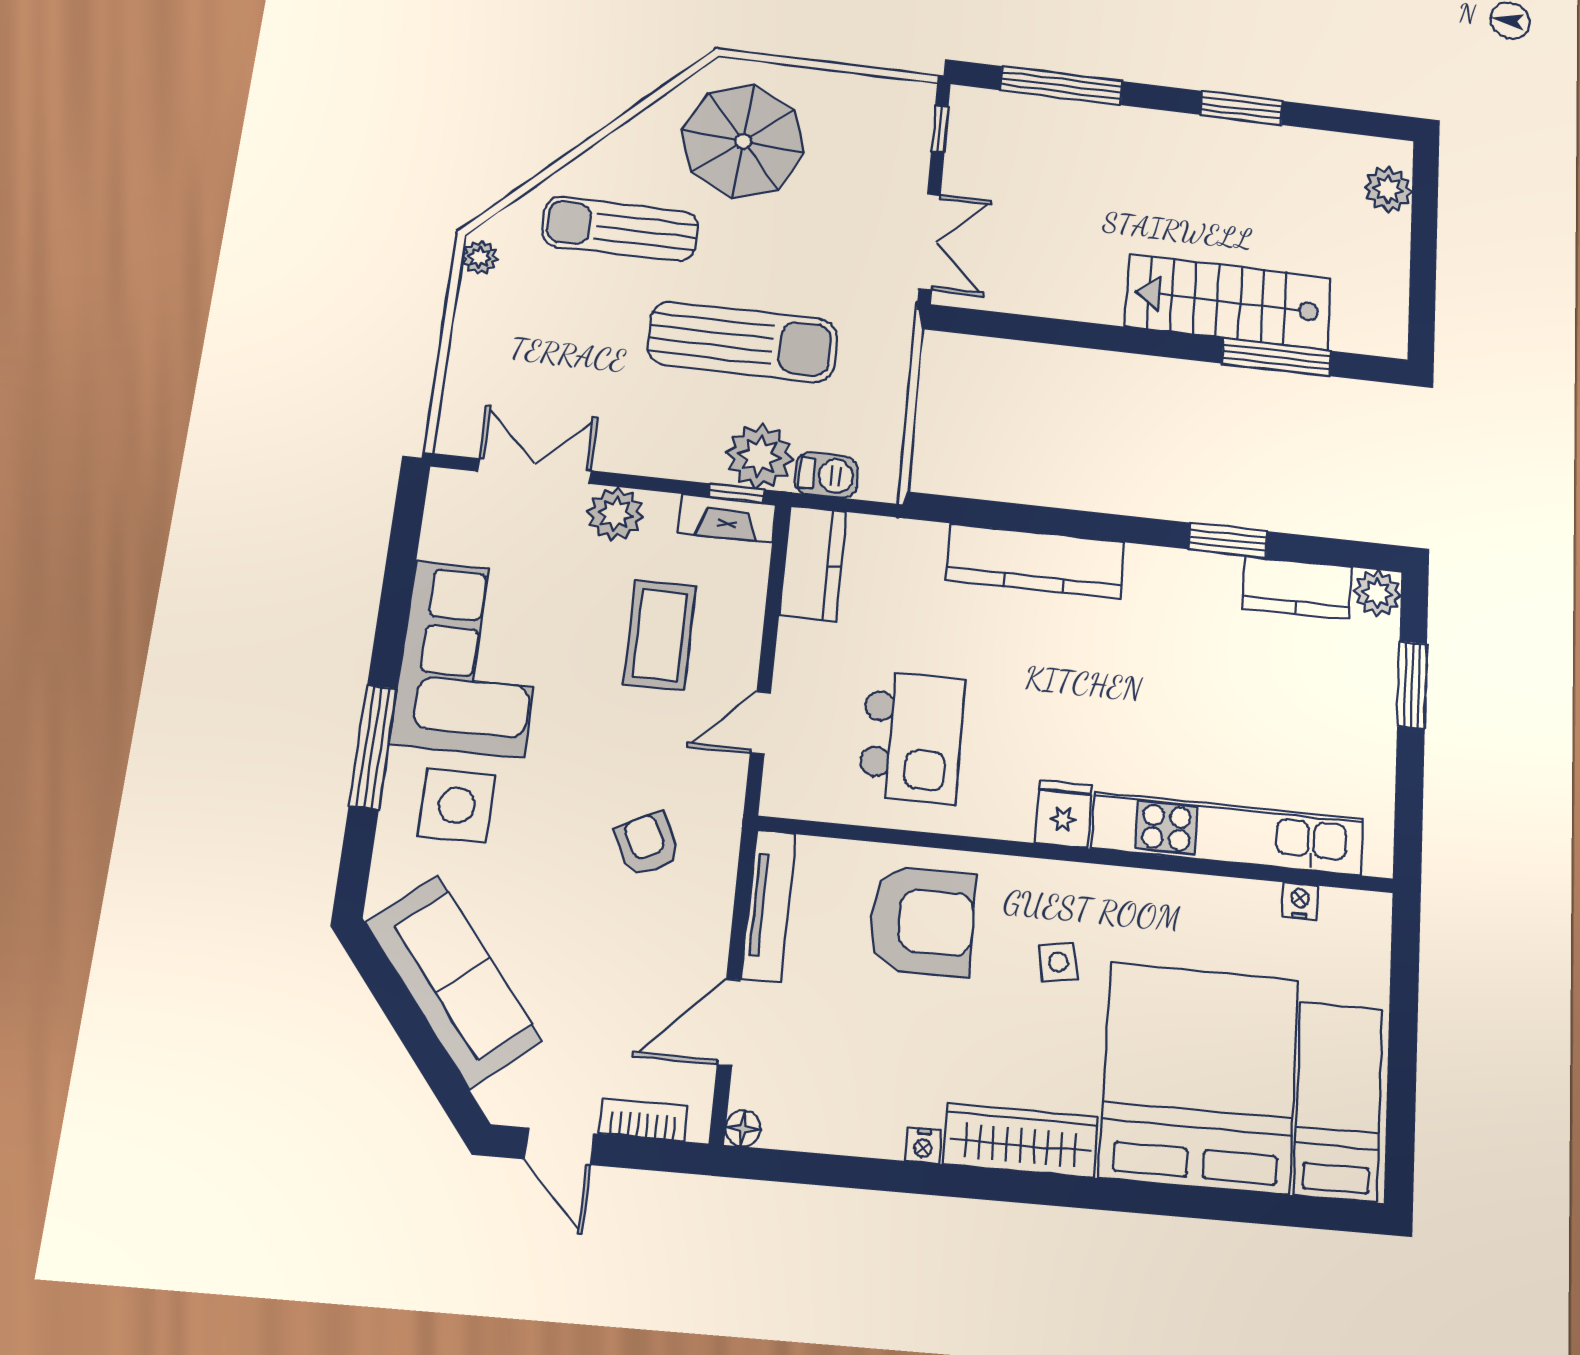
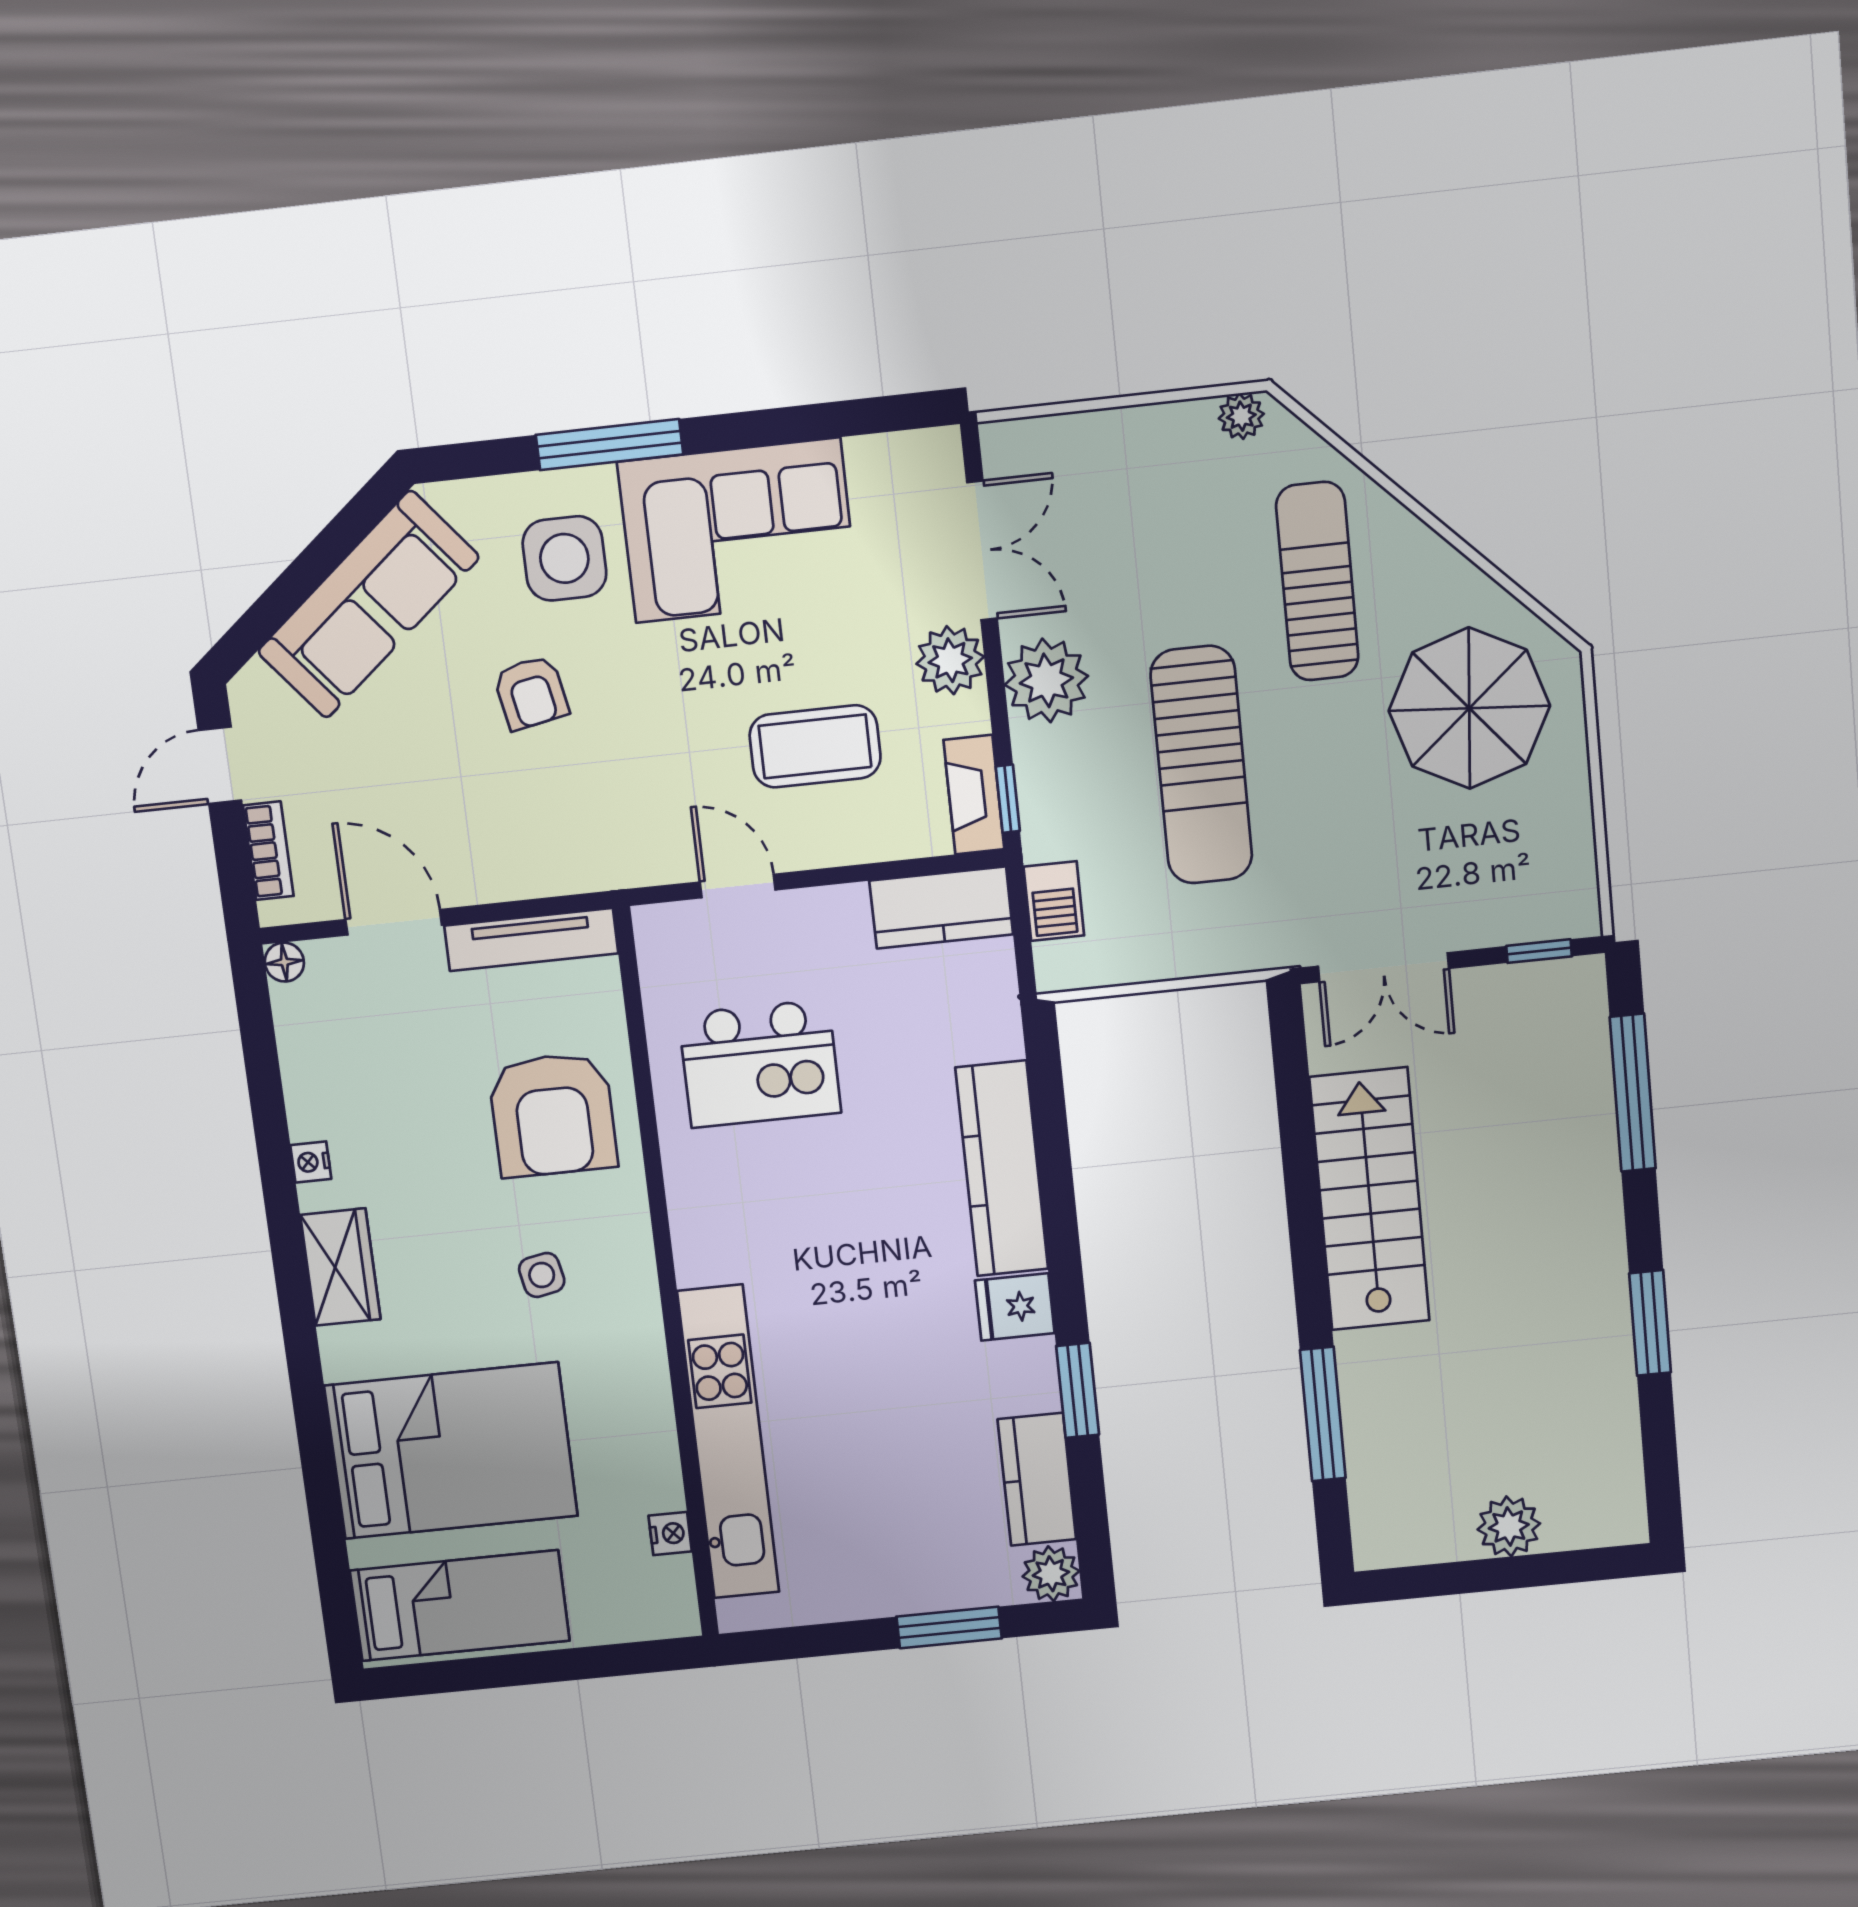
plant: (1388, 189) -> (1509, 1526), moved
stairs: (1228, 302) -> (1370, 1199), moved
plant: (760, 456) -> (1046, 680), moved
fridge: (1064, 814) -> (1015, 1307), moved, turned 180
armchair: (647, 844) -> (531, 693), moved, turned 105
bed: (1199, 1078) -> (451, 1451), width x0.73
wardrobe: (1021, 1140) -> (340, 1267), width x0.67

